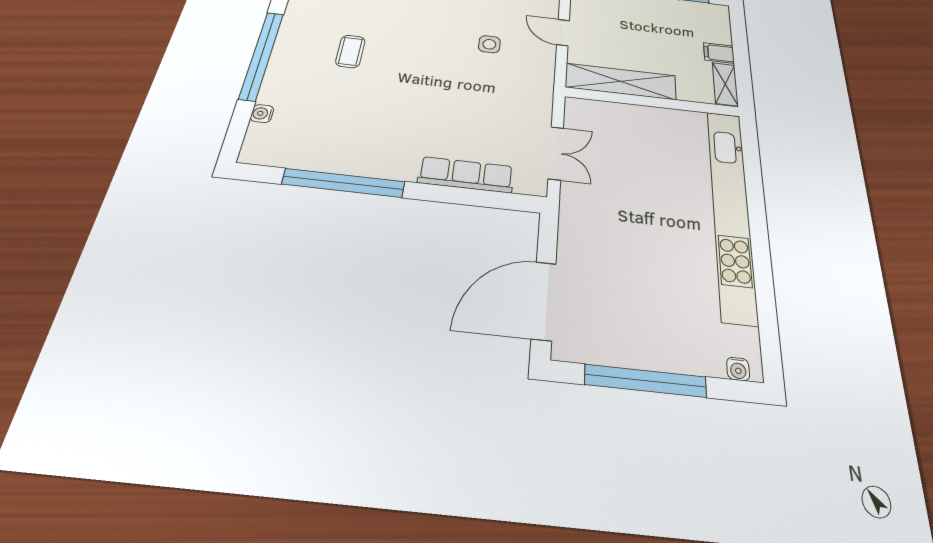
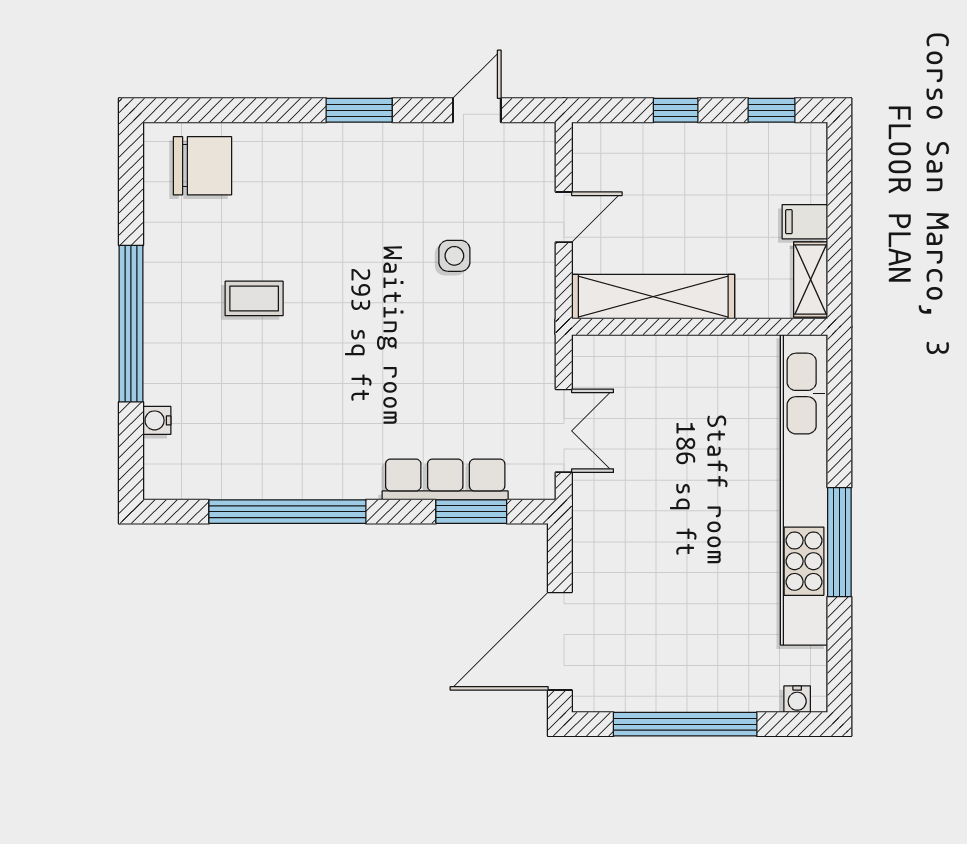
door: (563, 33) -> (564, 217), swing flipped
coffee table: (350, 51) -> (254, 298), turned 90
window: (483, 198) -> (471, 512), added
window: (761, 250) -> (839, 542), added

